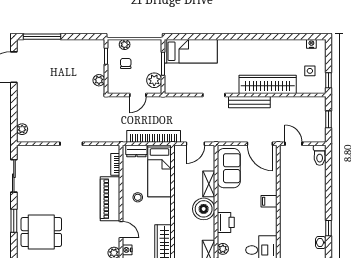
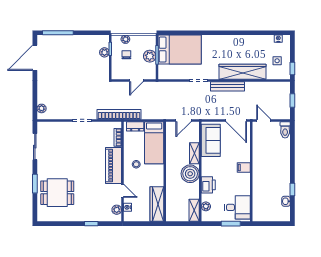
bed: (191, 51) -> (180, 50), width x1.50
plant: (99, 80) -> (104, 52), moved
plant: (154, 80) -> (150, 56), moved
bookcase: (154, 136) -> (119, 114), moved

